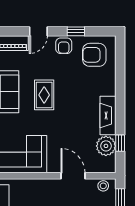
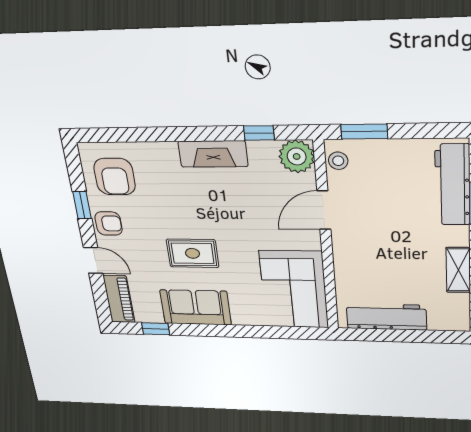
plant: (106, 146) -> (297, 156), moved

